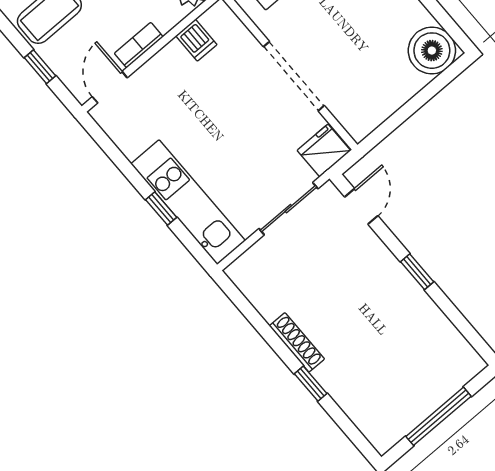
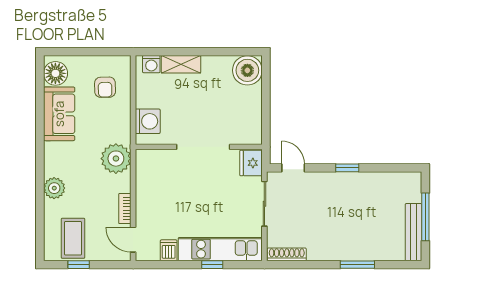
dishwasher: (196, 40) -> (169, 250), moved, turned -90
window: (40, 67) -> (79, 265), moved
shoe rack: (297, 342) -> (287, 254), moved
window: (311, 384) -> (357, 265), width x1.50
bench: (408, 418) -> (413, 232), added

